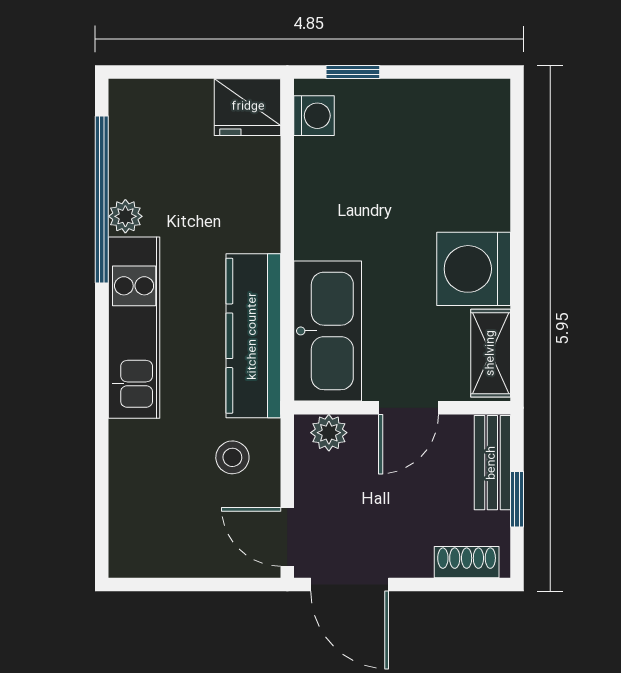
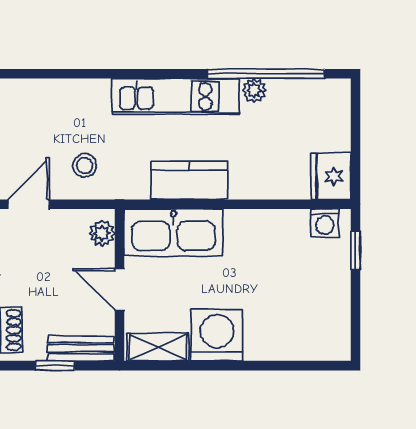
kitchen counter: (253, 336) -> (189, 180), width x0.67

